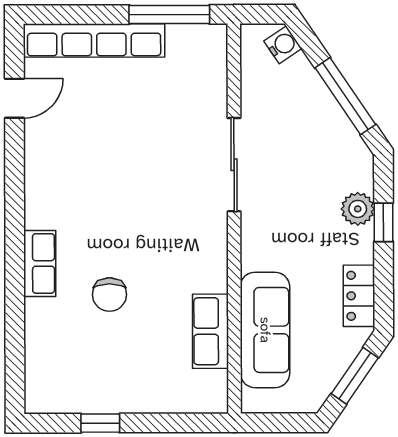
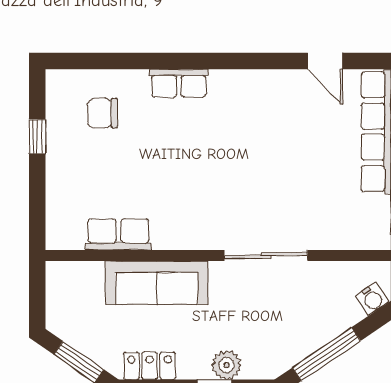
chair: (110, 295) -> (103, 113), moved
sofa: (265, 330) -> (157, 283), moved

